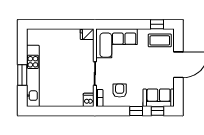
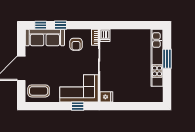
window: (157, 24) -> (78, 106), moved
sofa: (159, 98) -> (45, 37), width x1.36

